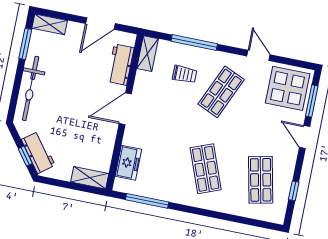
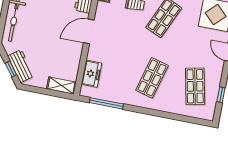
shop shelf: (206, 169) -> (152, 78), turned 36

